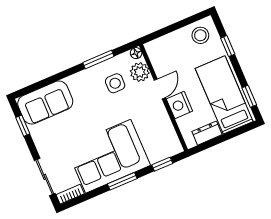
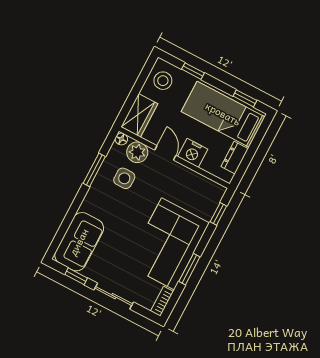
wardrobe: (163, 47) -> (139, 115), added
sliding door: (45, 177) -> (114, 296), moved
window: (122, 181) -> (189, 269), moved

